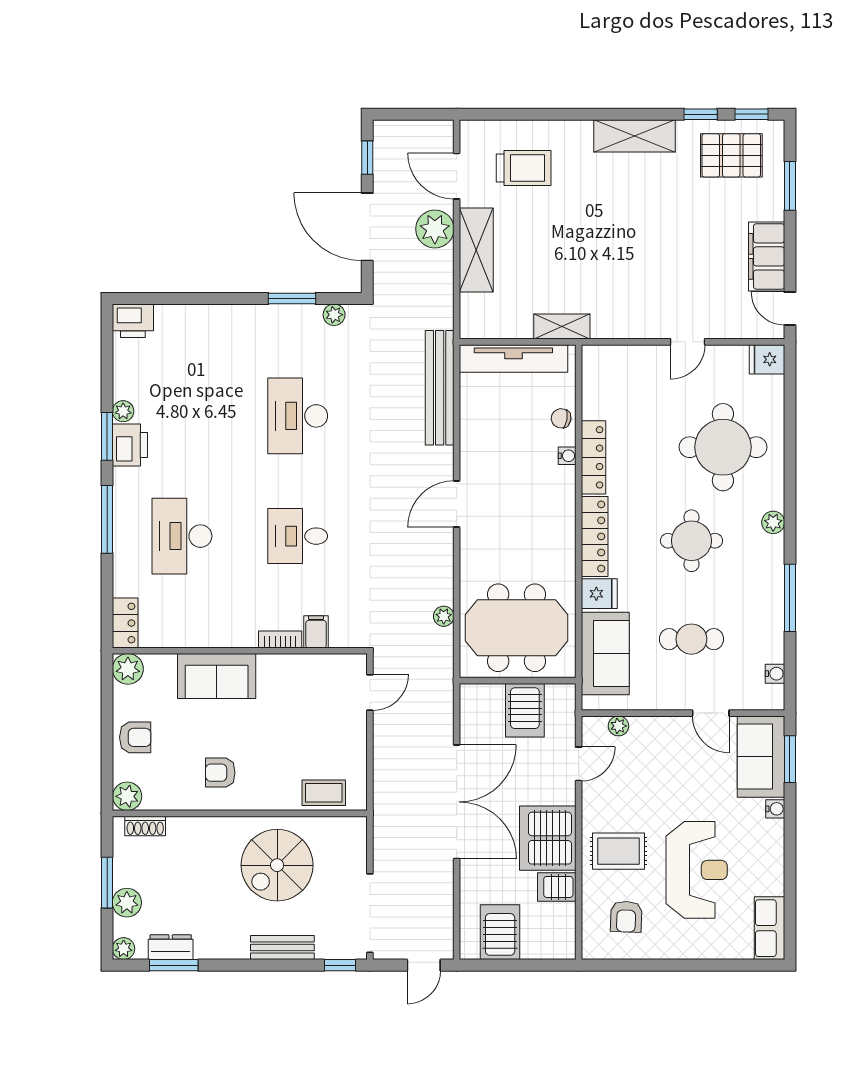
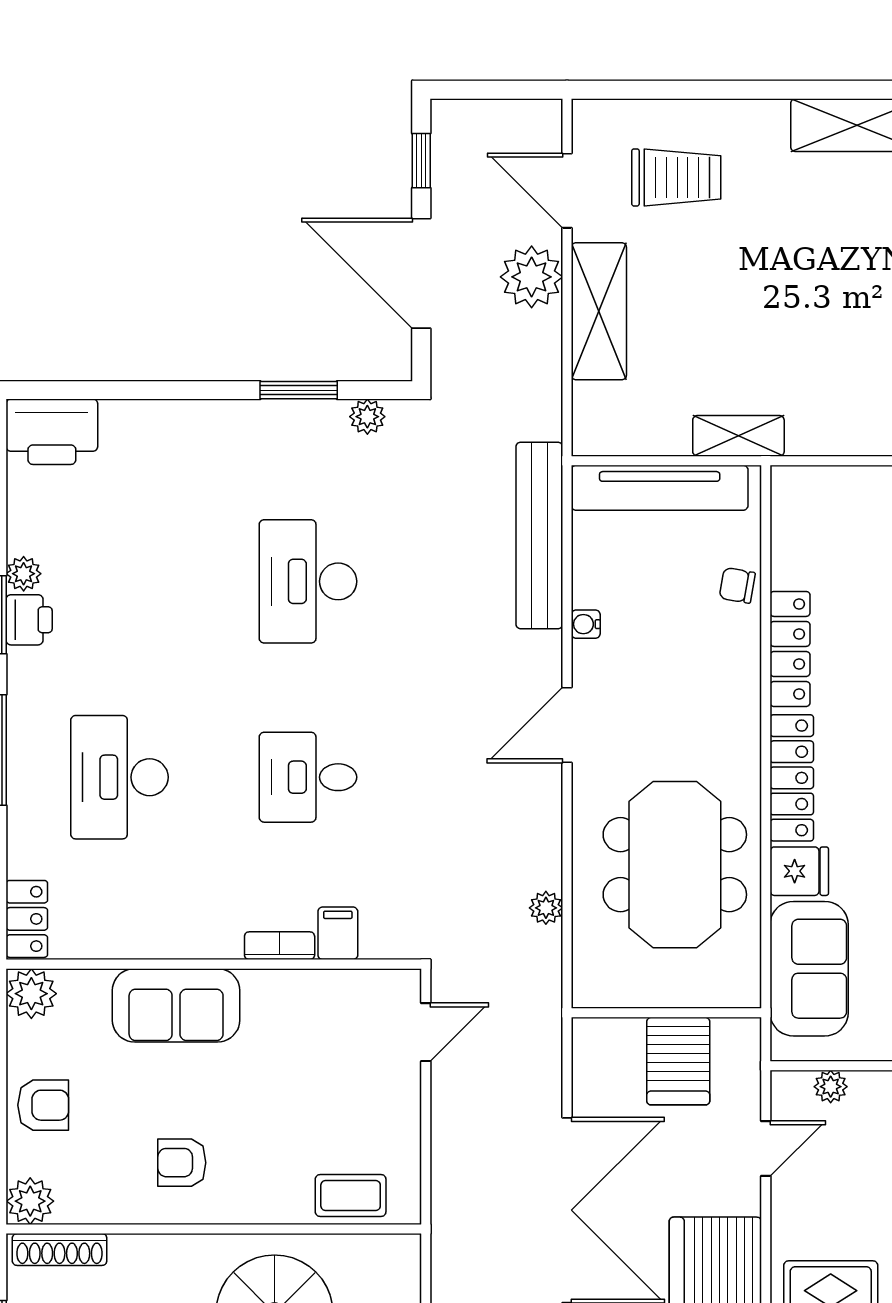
printer: (133, 321) -> (52, 432), width x1.37, depth x1.19
printer: (130, 445) -> (29, 620), width x0.73, depth x0.81
water cooler: (567, 456) -> (586, 624), moved, turned 180
meeting table: (517, 628) -> (675, 865), moved, turned 90
shoe rack: (145, 826) -> (60, 1249), width x1.43

